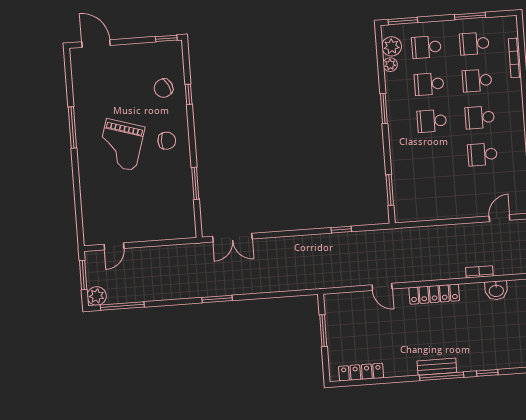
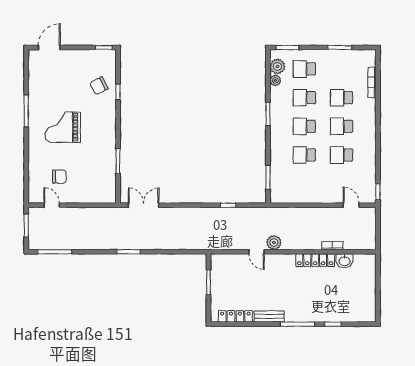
door: (96, 44) -> (49, 47), hinge flipped
school desk: (474, 44) -> (304, 155), moved
chair: (167, 141) -> (59, 177), moved
grand piano: (121, 145) -> (63, 127), turned 73
door: (500, 218) -> (351, 205), hinge flipped
double door: (232, 238) -> (144, 205), swing flipped
door: (114, 246) -> (52, 205), swing flipped
locker: (434, 294) -> (315, 260), moved
plant: (97, 296) -> (274, 243), moved
bench: (437, 367) -> (269, 316), moved

